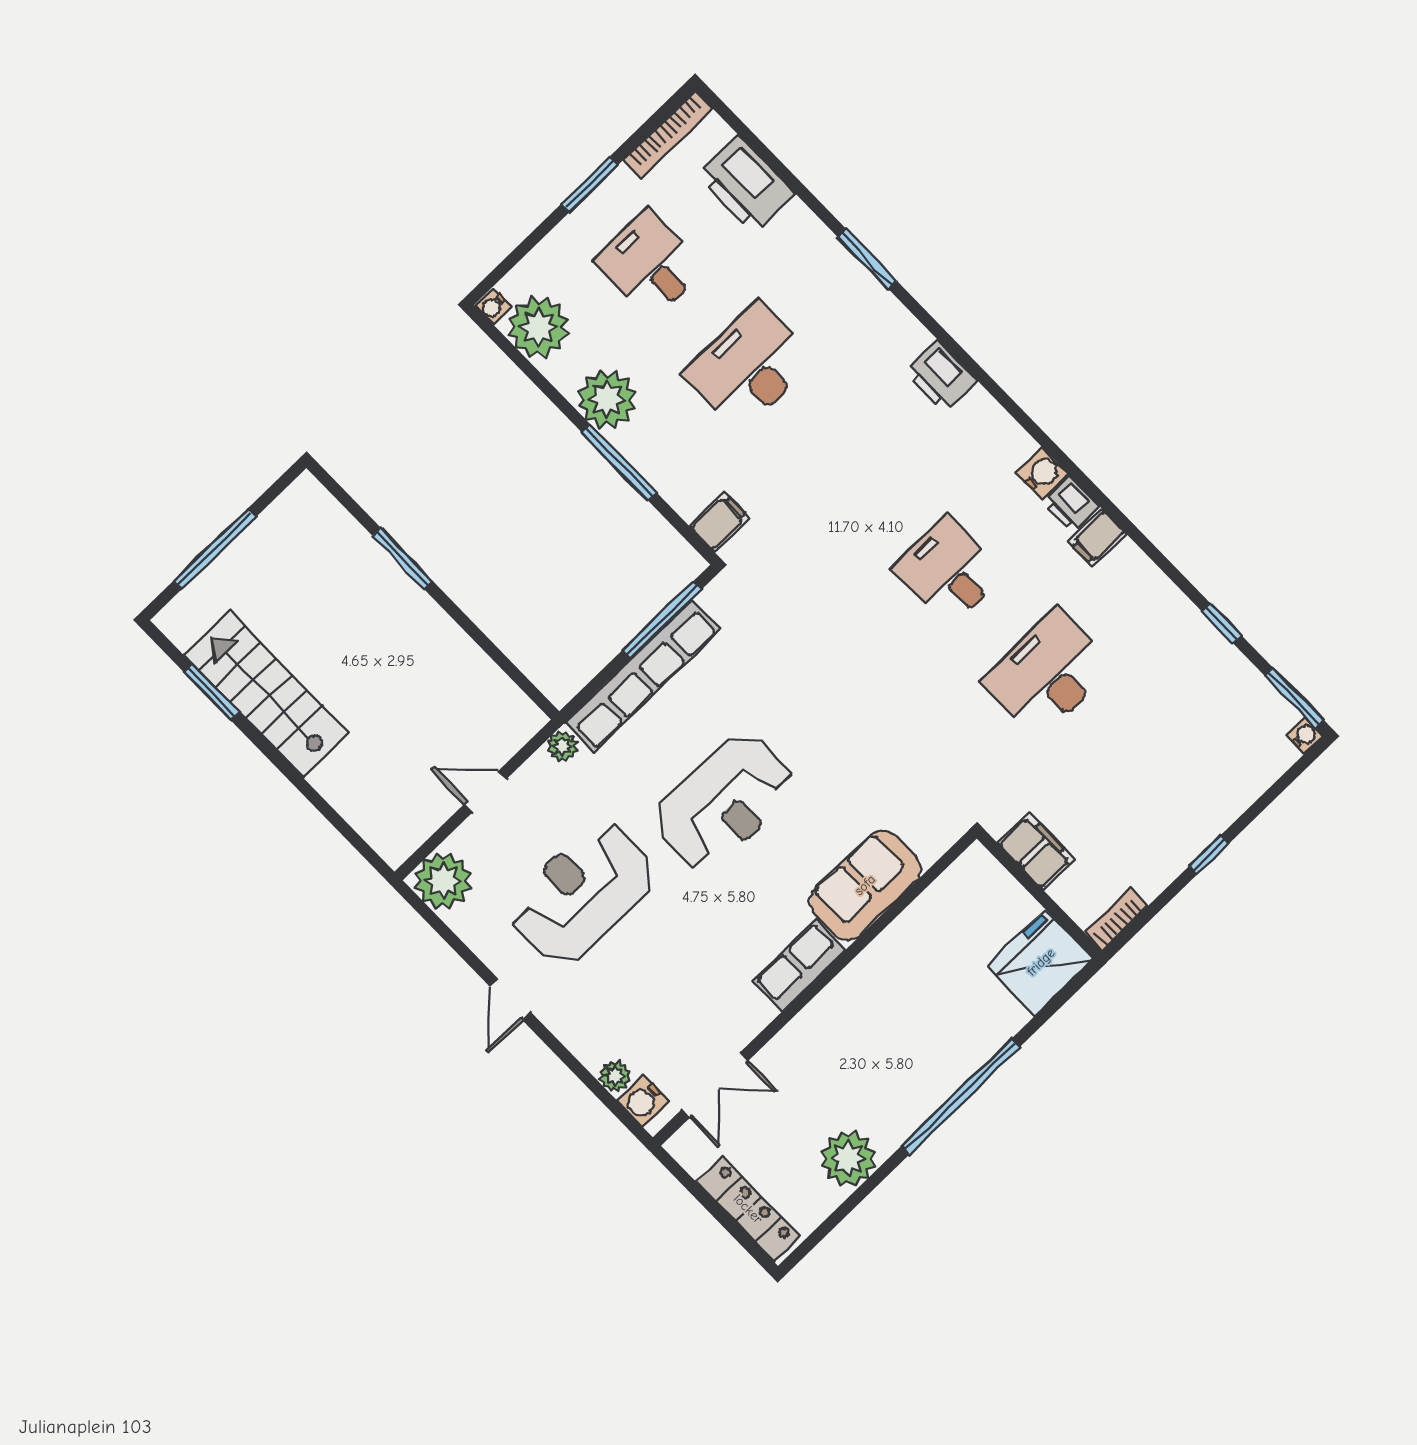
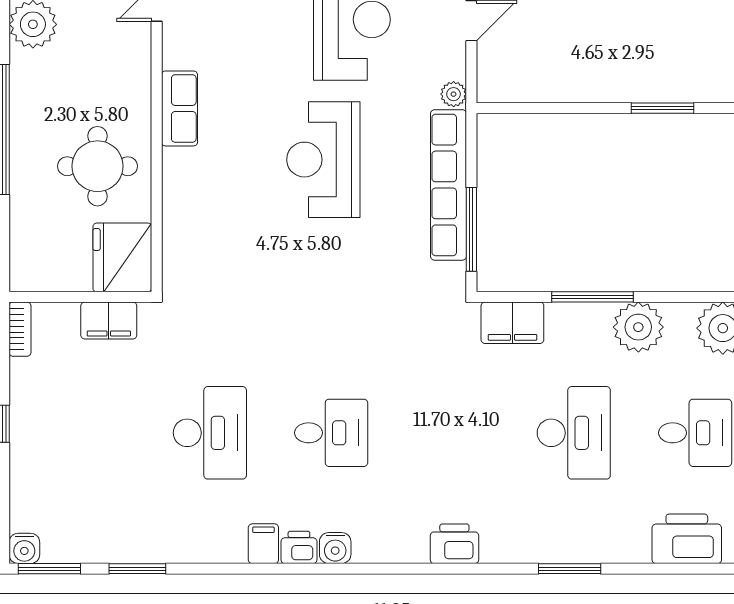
filing cabinet: (720, 522) -> (512, 323), width x2.00
window: (1222, 624) -> (137, 569), width x1.50
water cooler: (1305, 736) -> (24, 548), width x1.38, depth x1.38
sofa: (865, 885) -> (189, 197), removed
fridge: (1041, 962) -> (122, 257), moved, turned 180
round table: (915, 987) -> (97, 166), added

